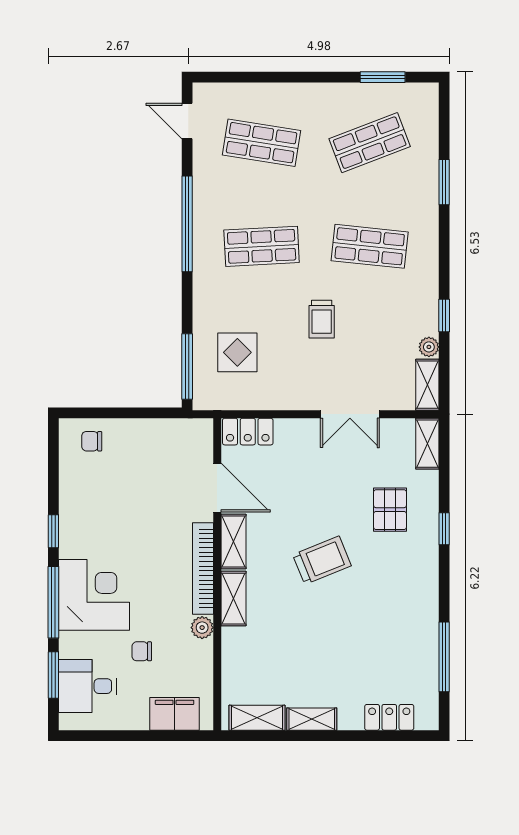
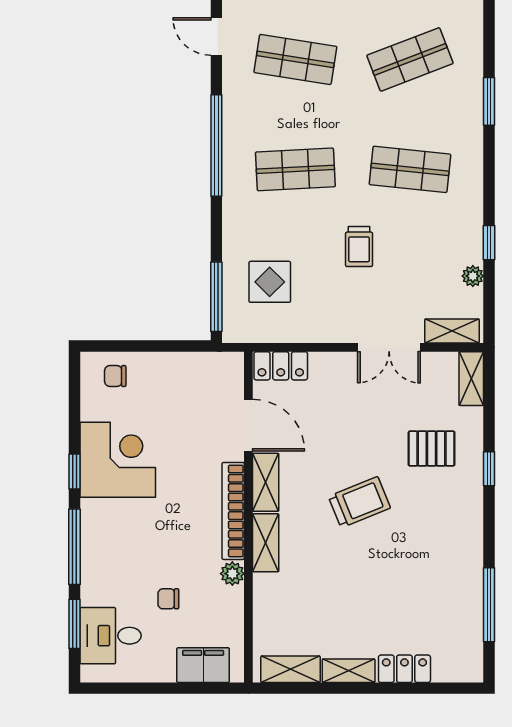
shelving: (427, 385) -> (452, 331), moved, turned 90
pallet: (390, 510) -> (432, 449), turned 90
corner desk: (94, 595) -> (118, 460), moved
locker: (389, 717) -> (404, 669), moved

